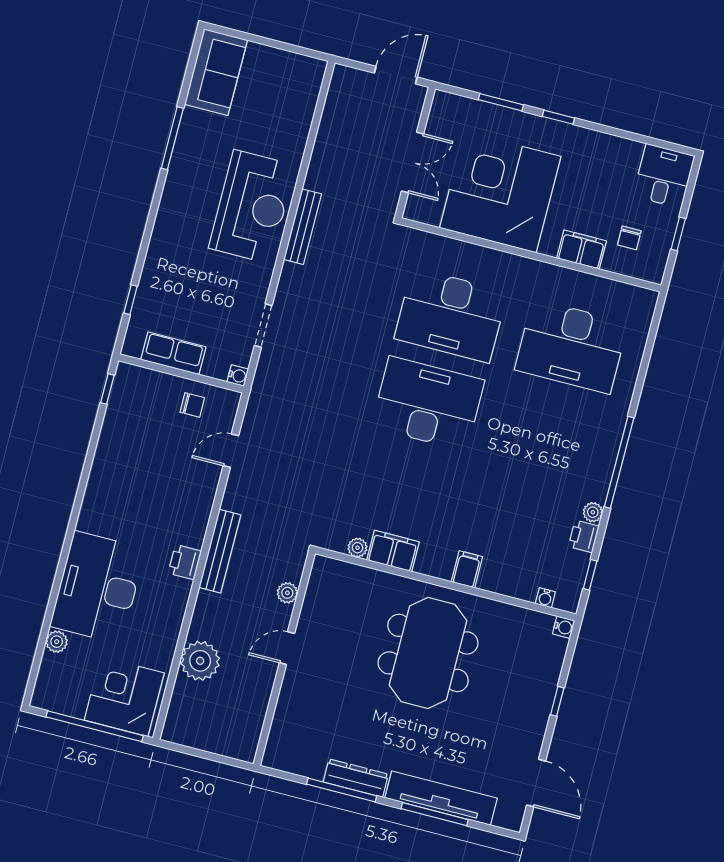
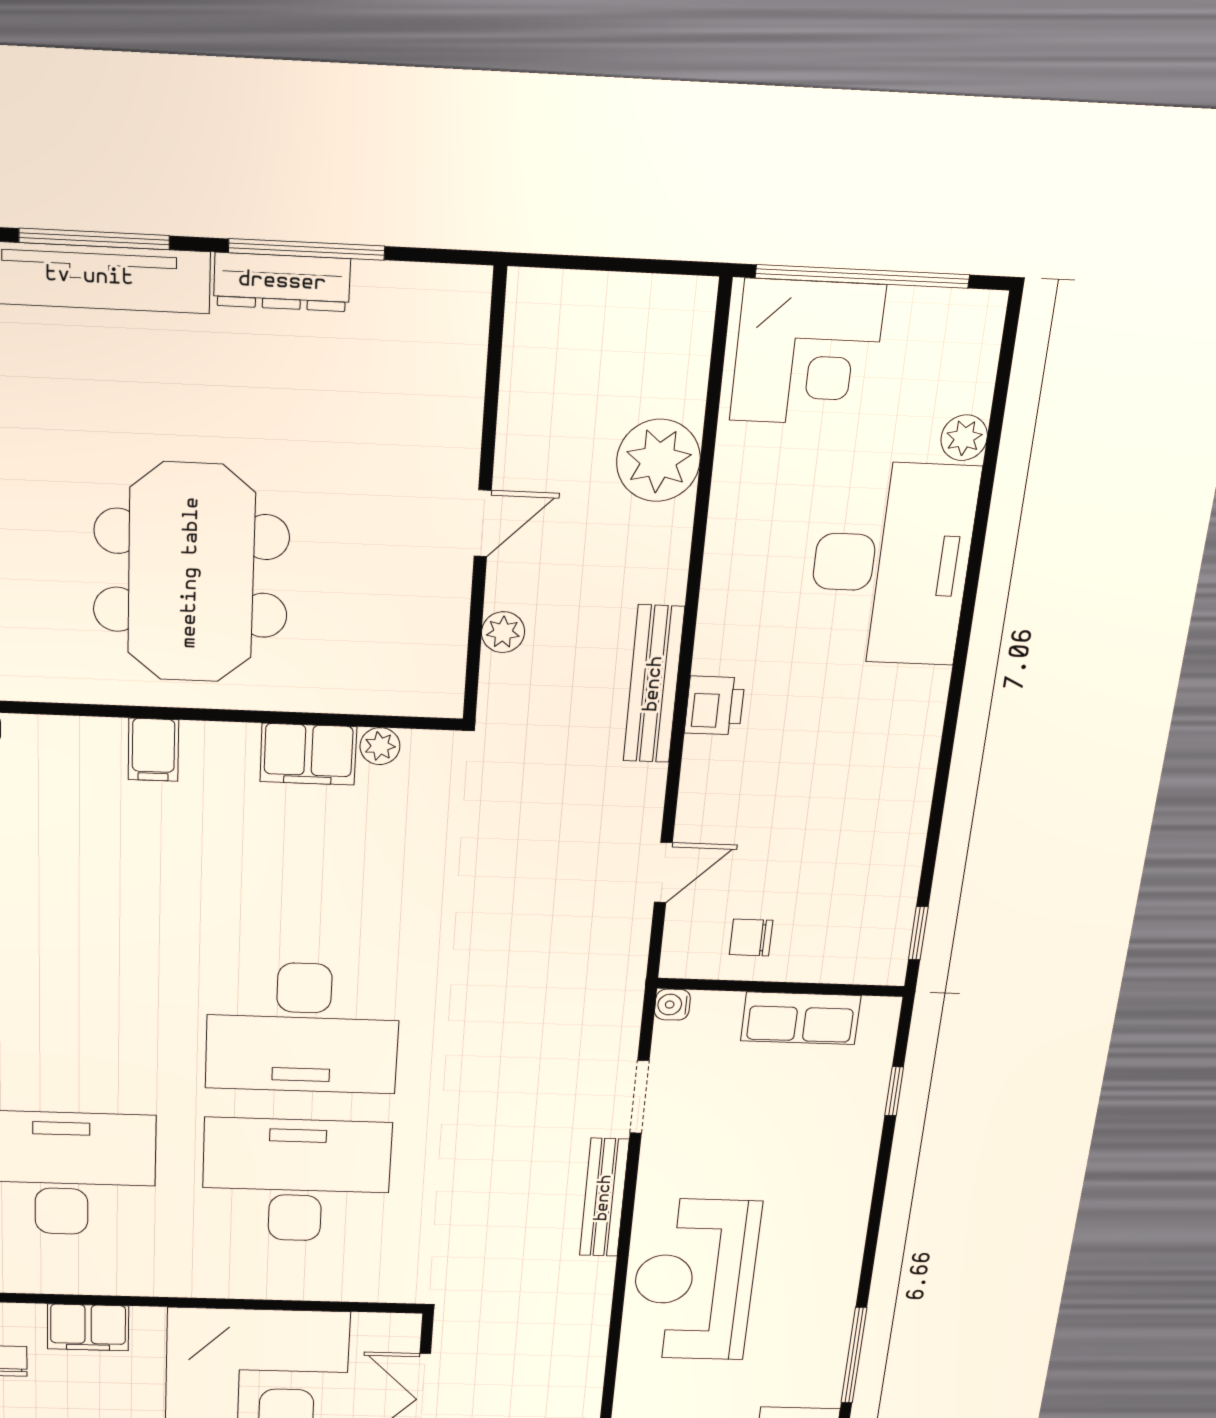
bench: (303, 227) -> (604, 1198), moved
printer: (185, 562) -> (715, 706), moved

